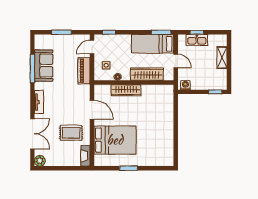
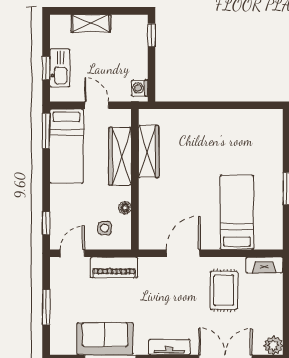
door: (92, 47) -> (72, 253), swing flipped
door: (176, 61) -> (97, 105), hinge flipped
wardrobe: (126, 90) -> (149, 152), moved
bed: (115, 140) -> (237, 212), width x0.67

